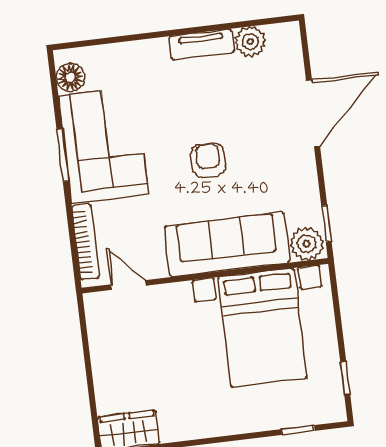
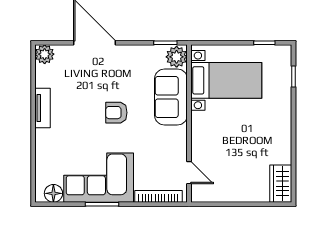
plant: (250, 41) -> (45, 54), moved
sofa: (227, 244) -> (171, 97), width x0.73
door: (128, 285) -> (189, 173), swing flipped
bed with nightstands: (262, 328) -> (226, 80), width x0.73

